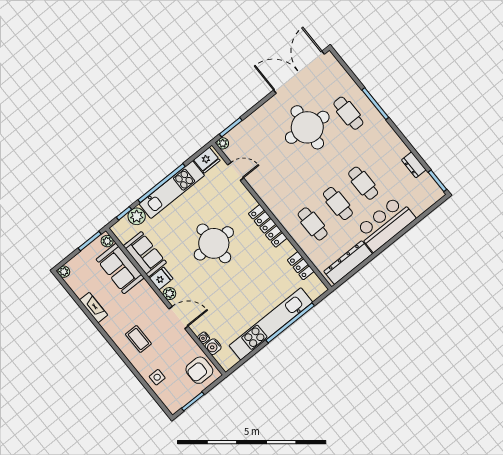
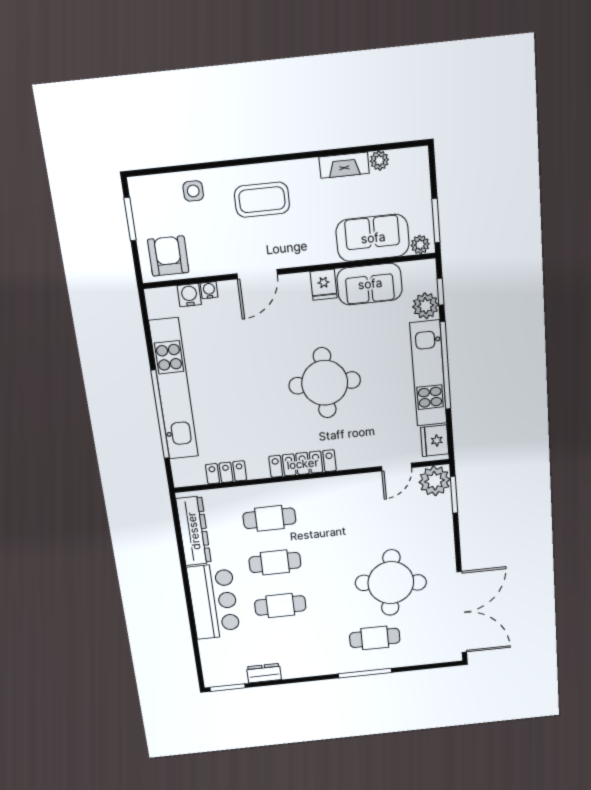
plant: (223, 143) -> (435, 481), width x1.87, depth x1.87
plant: (64, 272) -> (379, 160), moved
plant: (169, 294) -> (297, 283), removed
coffee table: (138, 339) -> (262, 200), width x1.36, depth x1.30

